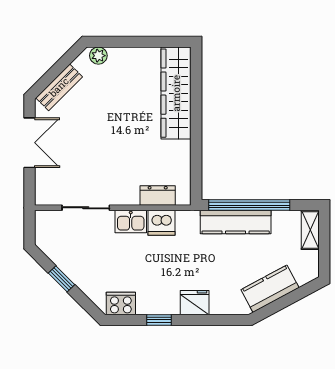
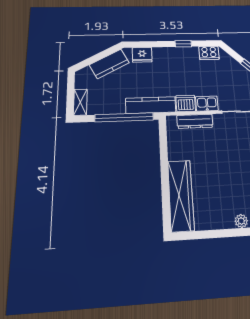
dresser: (158, 195) -> (195, 121), width x1.44
kitchen counter: (236, 222) -> (151, 105), moved
fridge: (195, 303) -> (142, 55), moved

